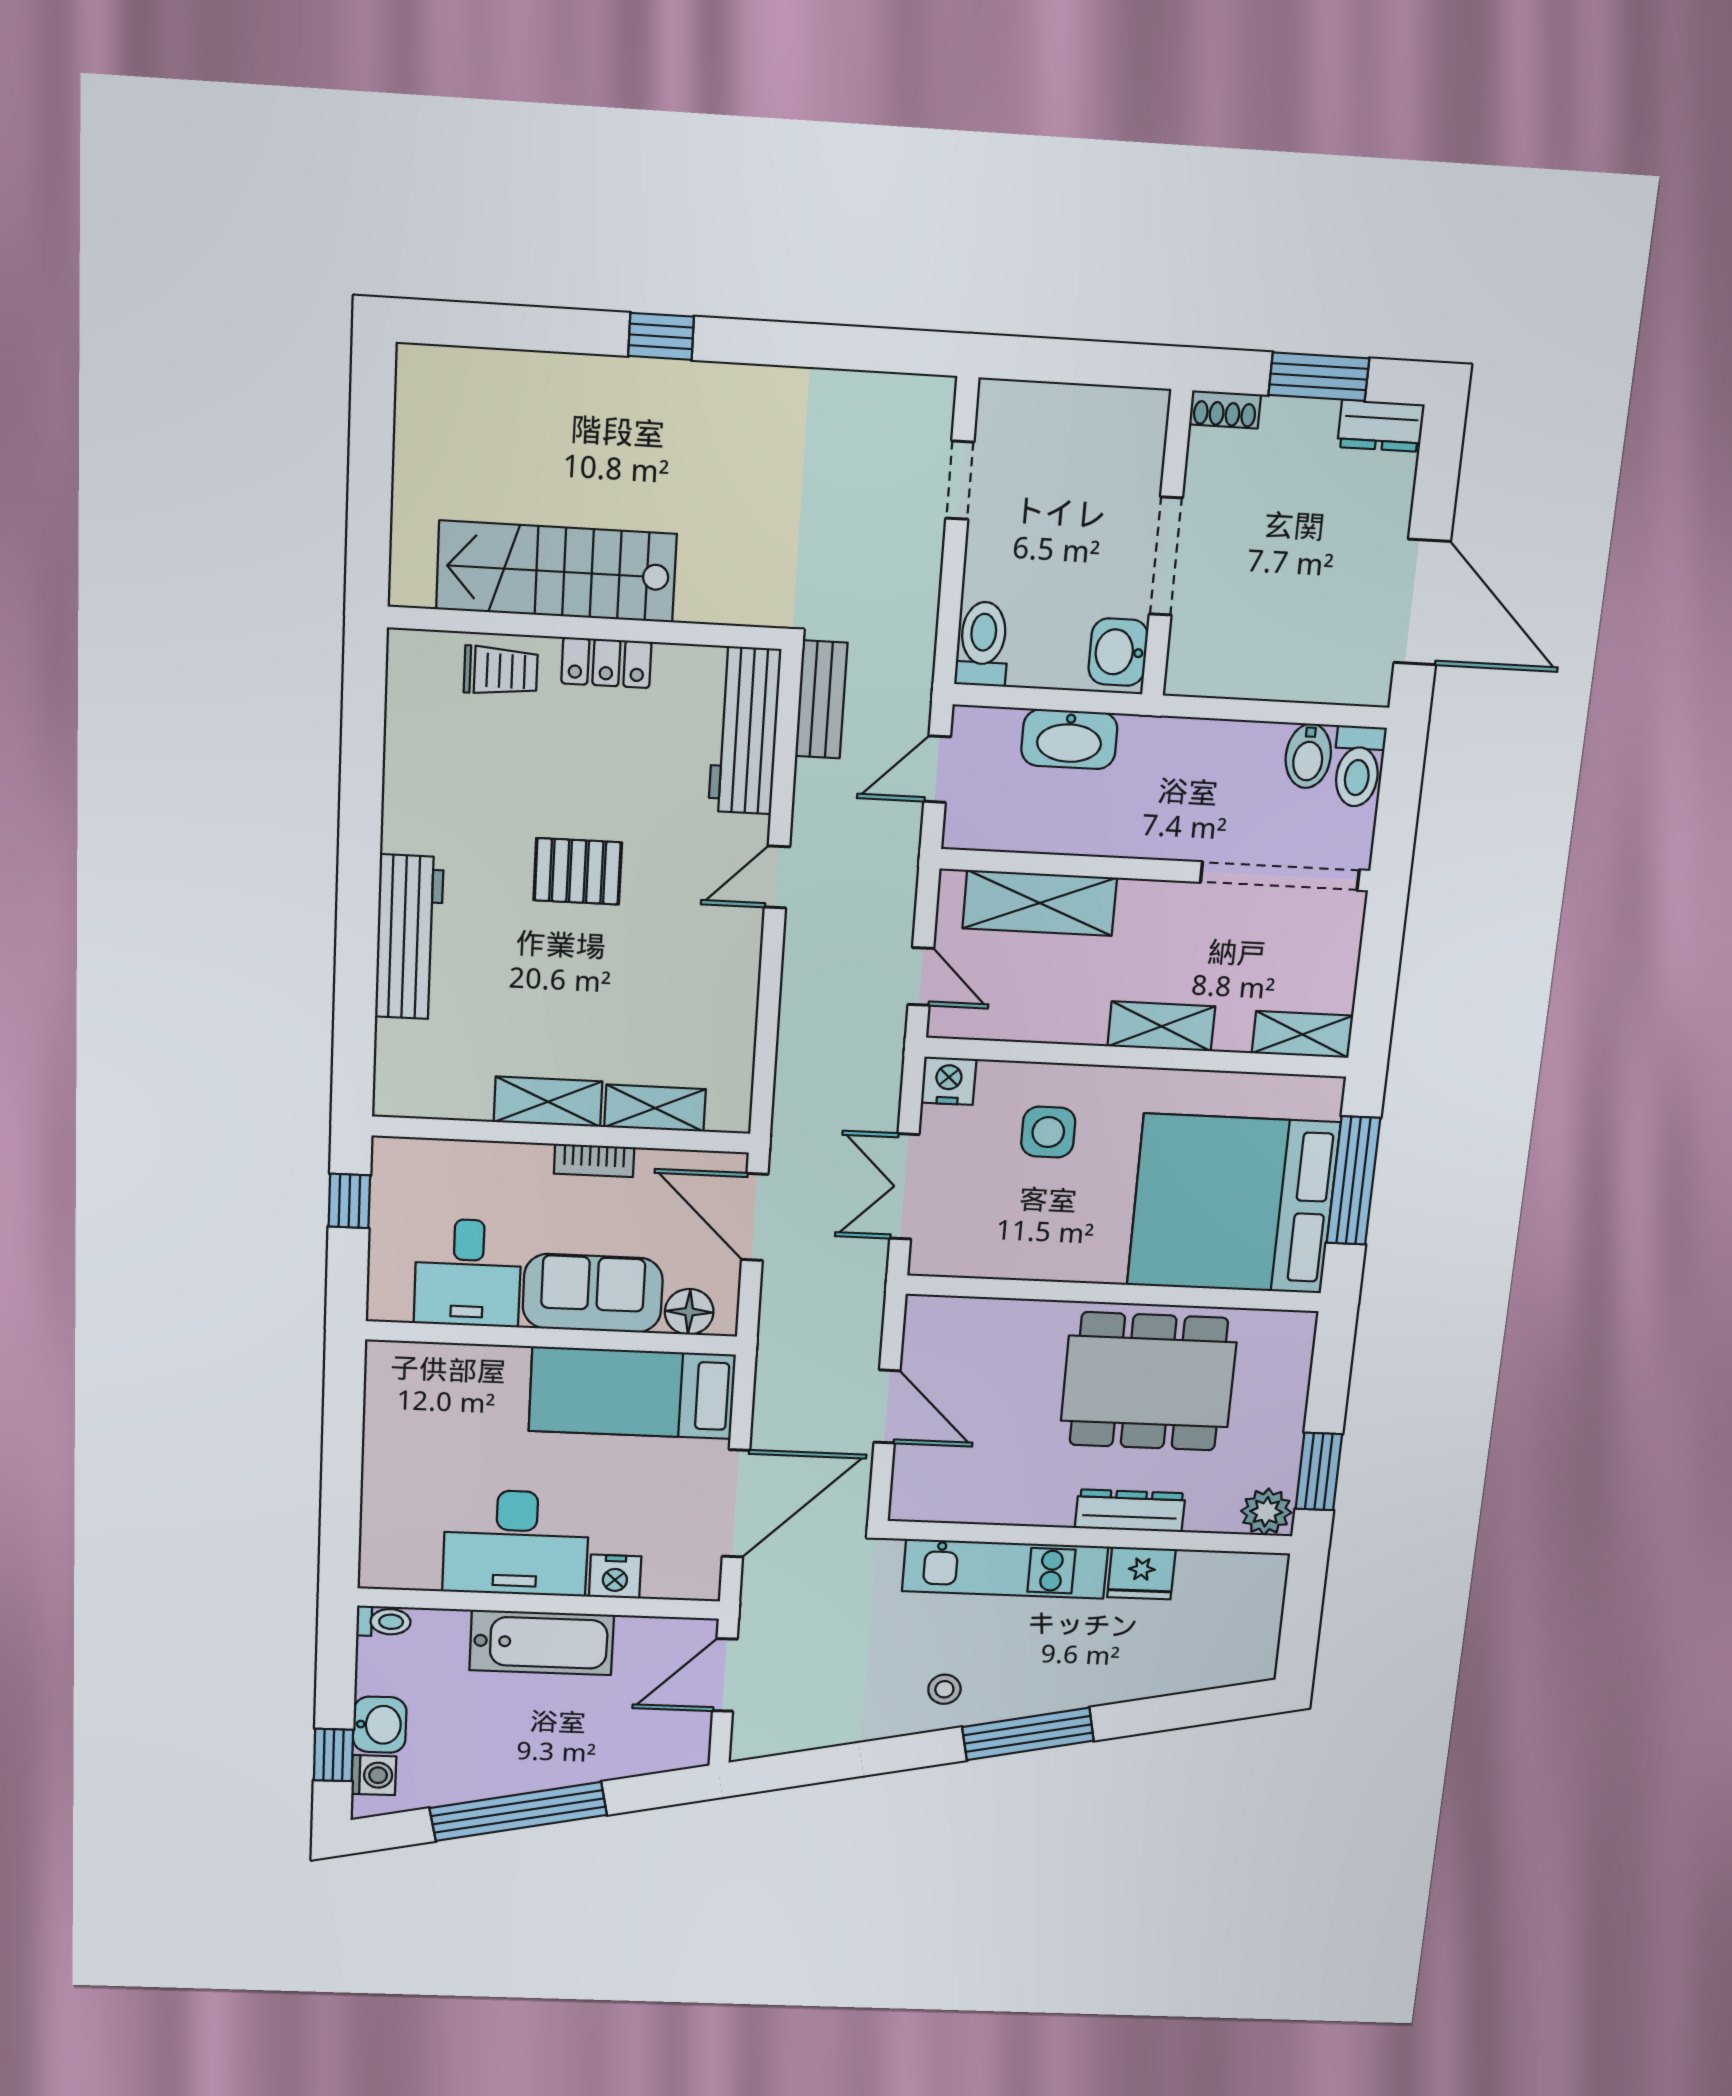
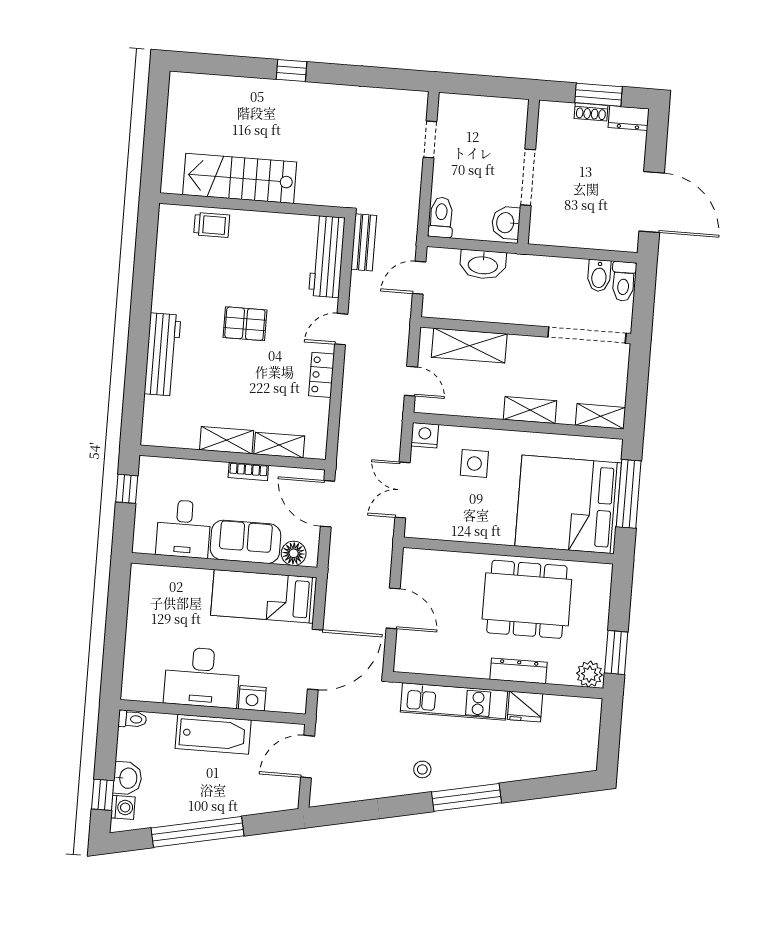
shoe rack: (1225, 409) -> (591, 112), moved
locker: (606, 663) -> (322, 375), moved, turned 90

